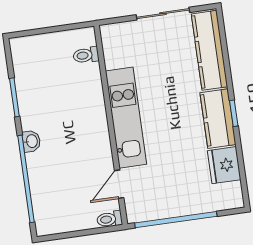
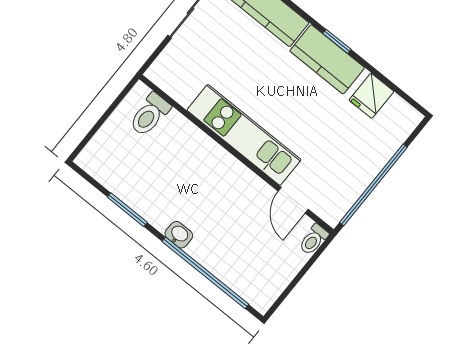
toilet: (86, 55) -> (150, 115), width x1.37, depth x1.39
fridge: (224, 165) -> (371, 96), width x0.72

